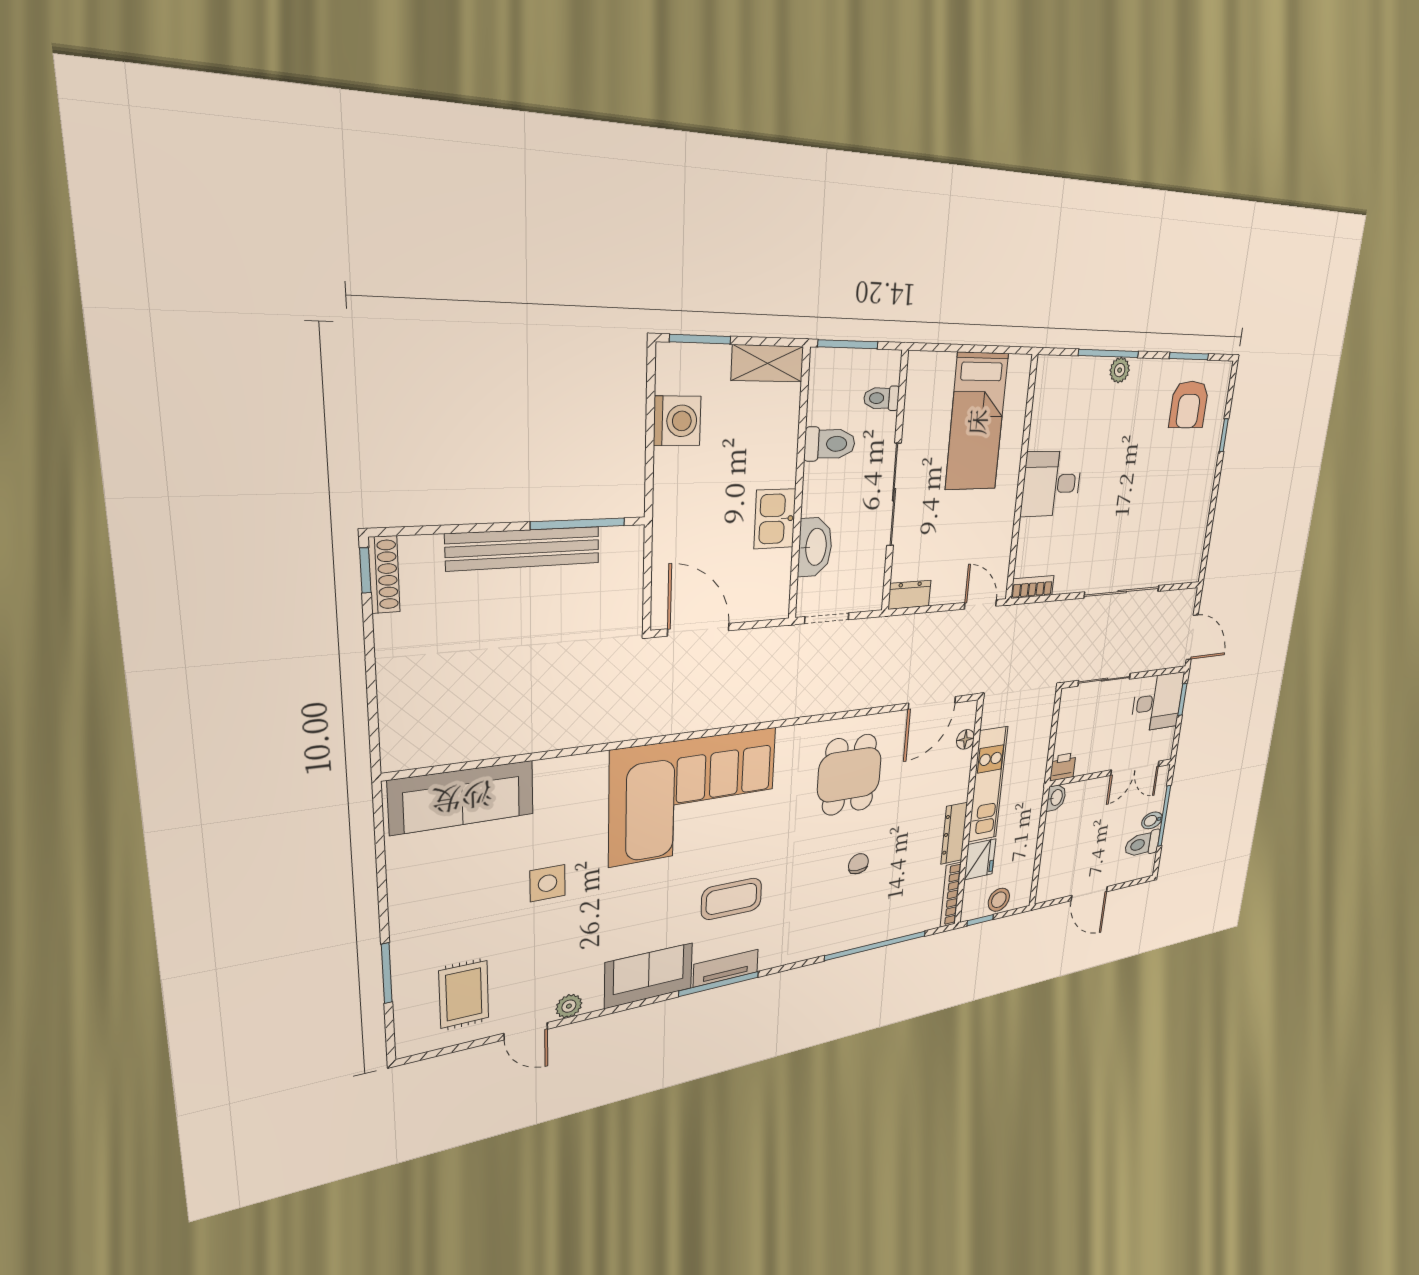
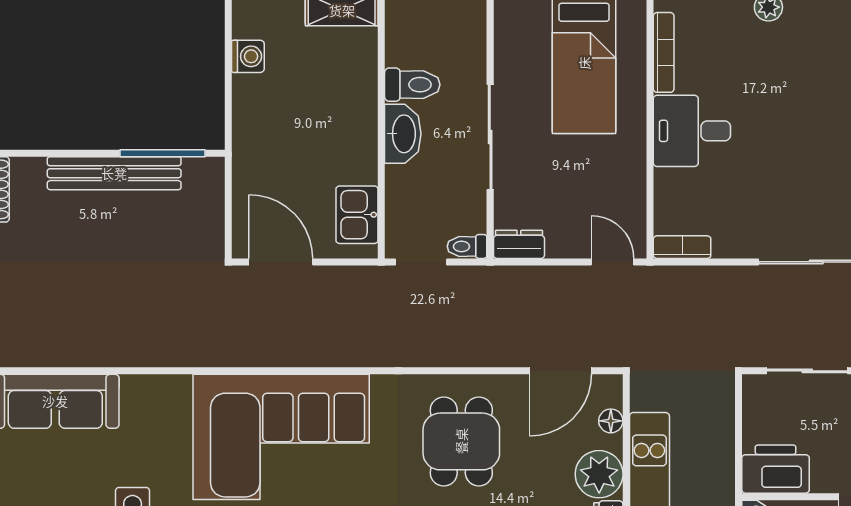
toilet: (881, 398) -> (467, 246), moved
bookcase: (1039, 411) -> (664, 52), added
washing machine: (677, 421) -> (248, 56), width x0.73, depth x0.73
kitchen sink: (775, 519) -> (357, 215), moved
washbasin: (815, 547) -> (403, 134), moved
printer: (1063, 767) -> (776, 469), width x1.87, depth x1.48
plant: (953, 784) -> (599, 474), added

